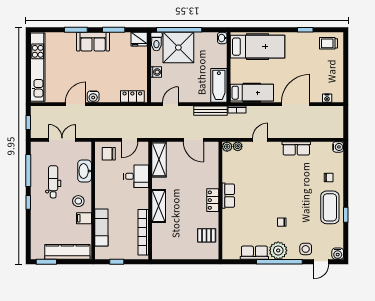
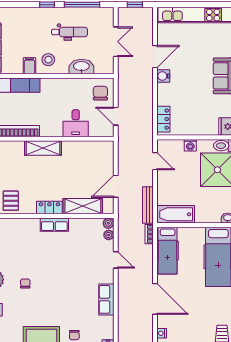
door: (76, 104) -> (155, 57), hinge flipped
shelving: (159, 159) -> (83, 206), moved

